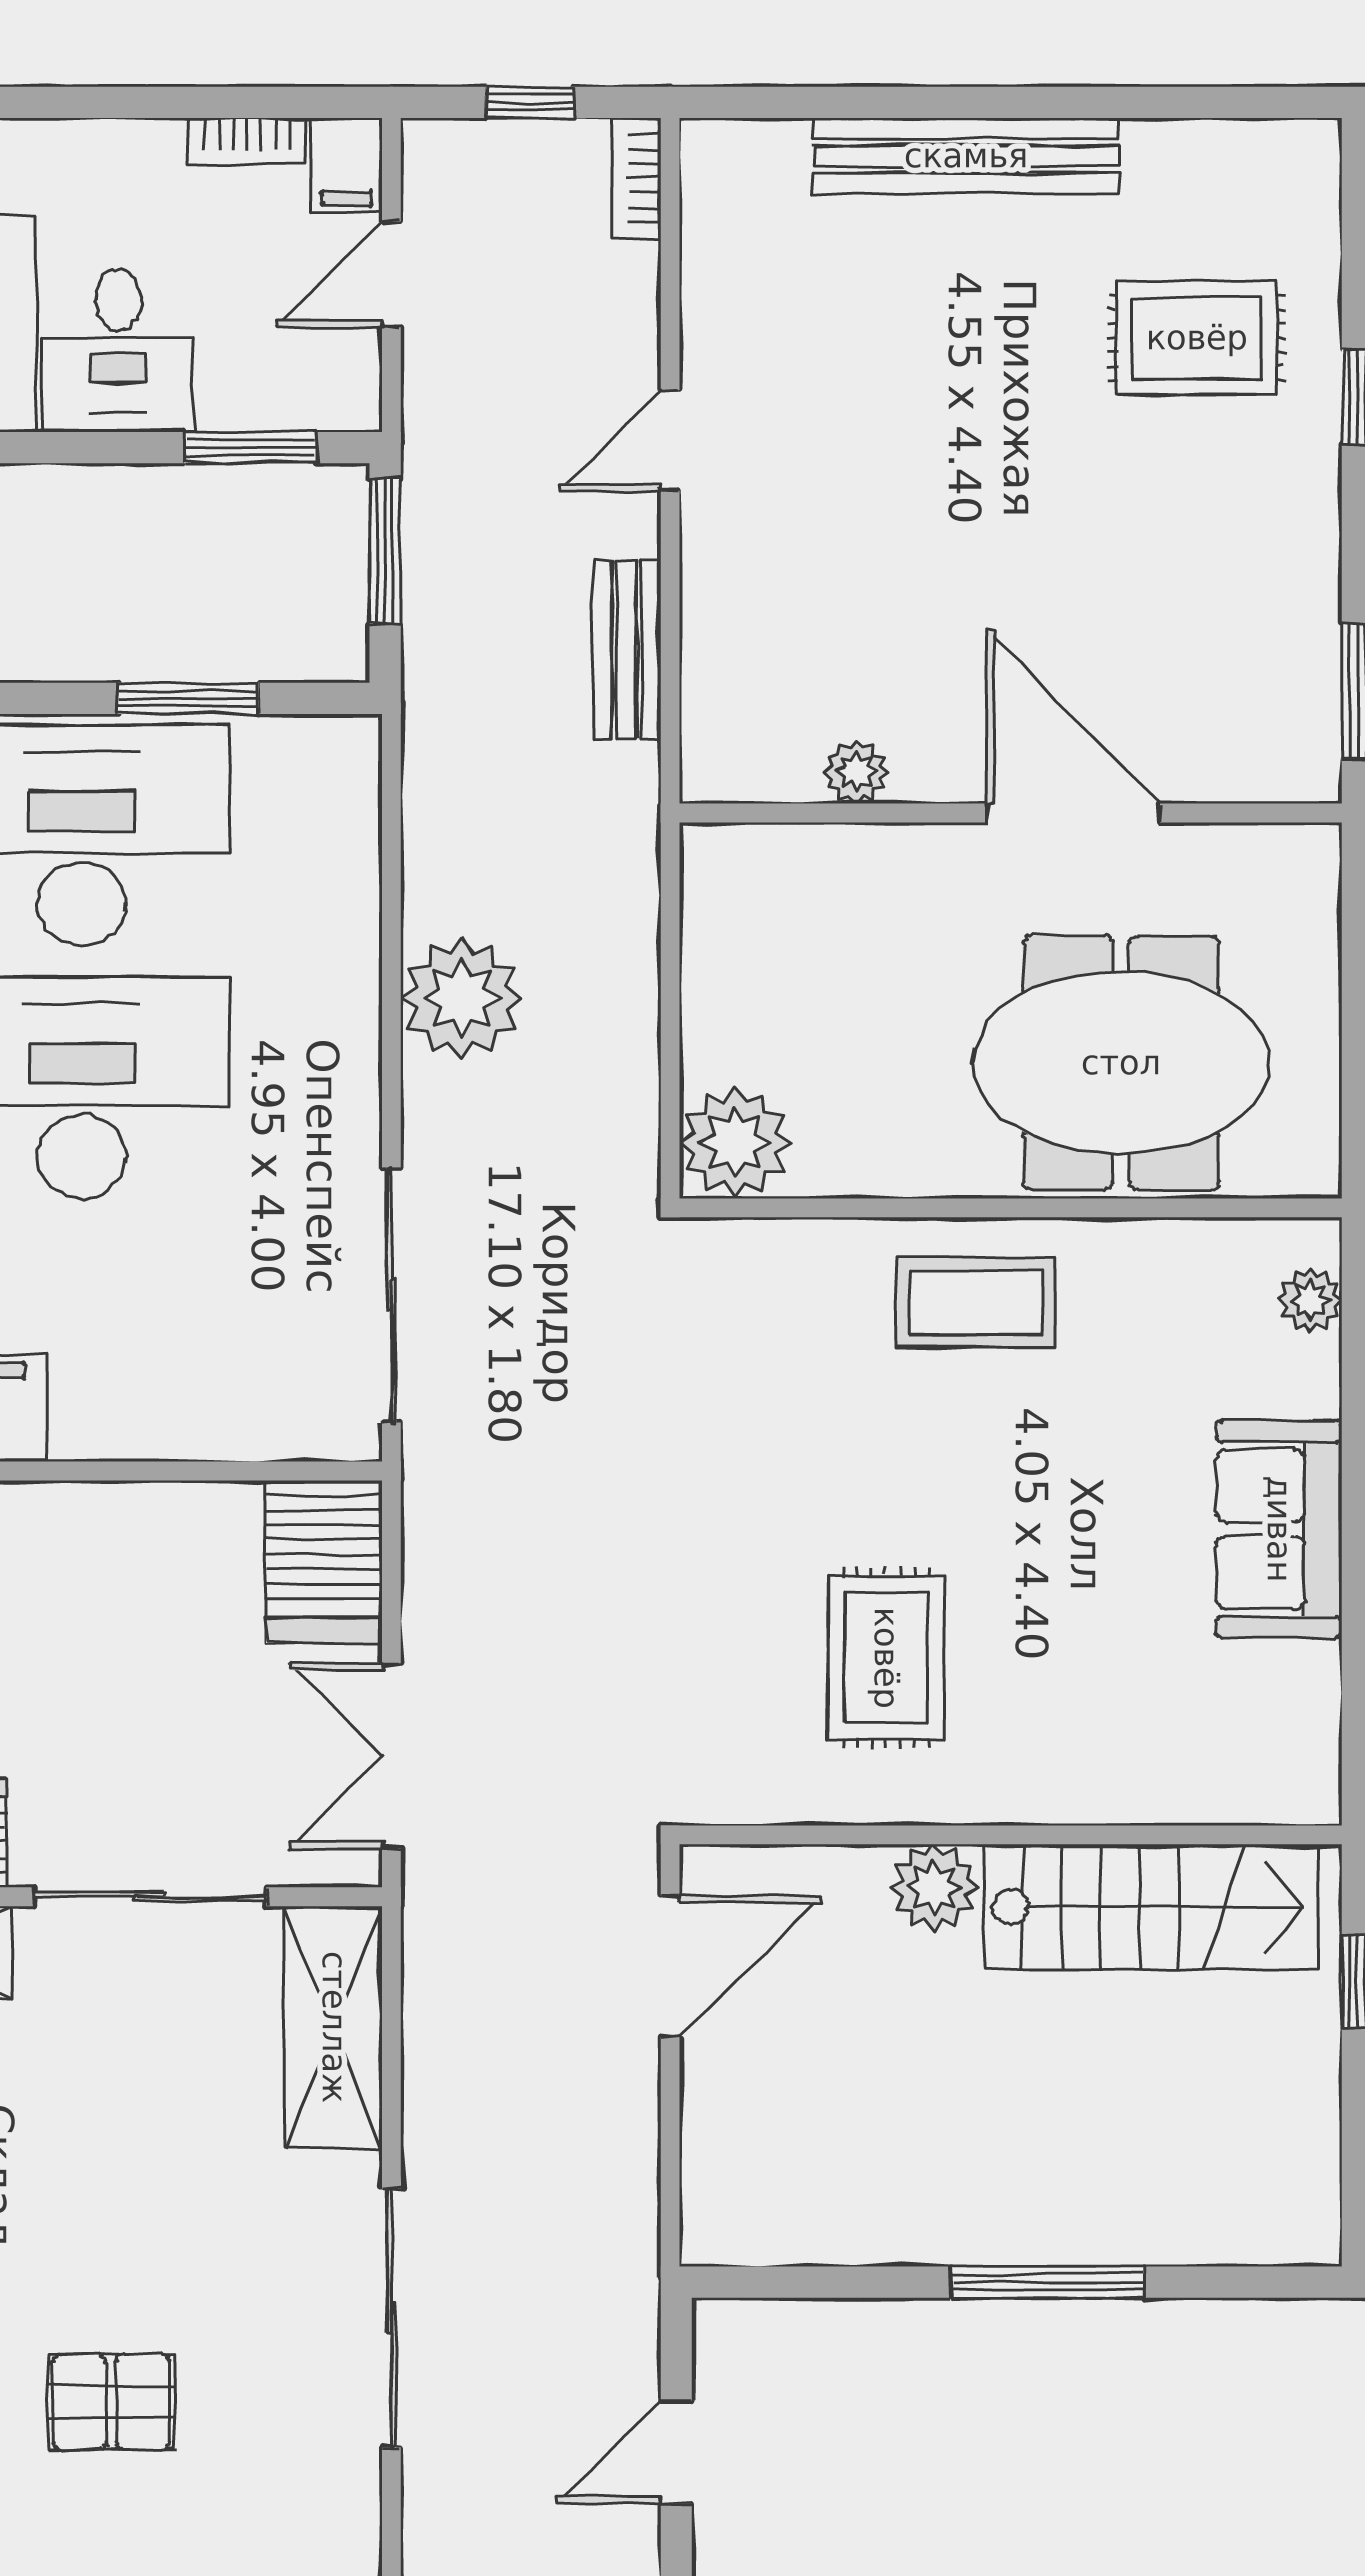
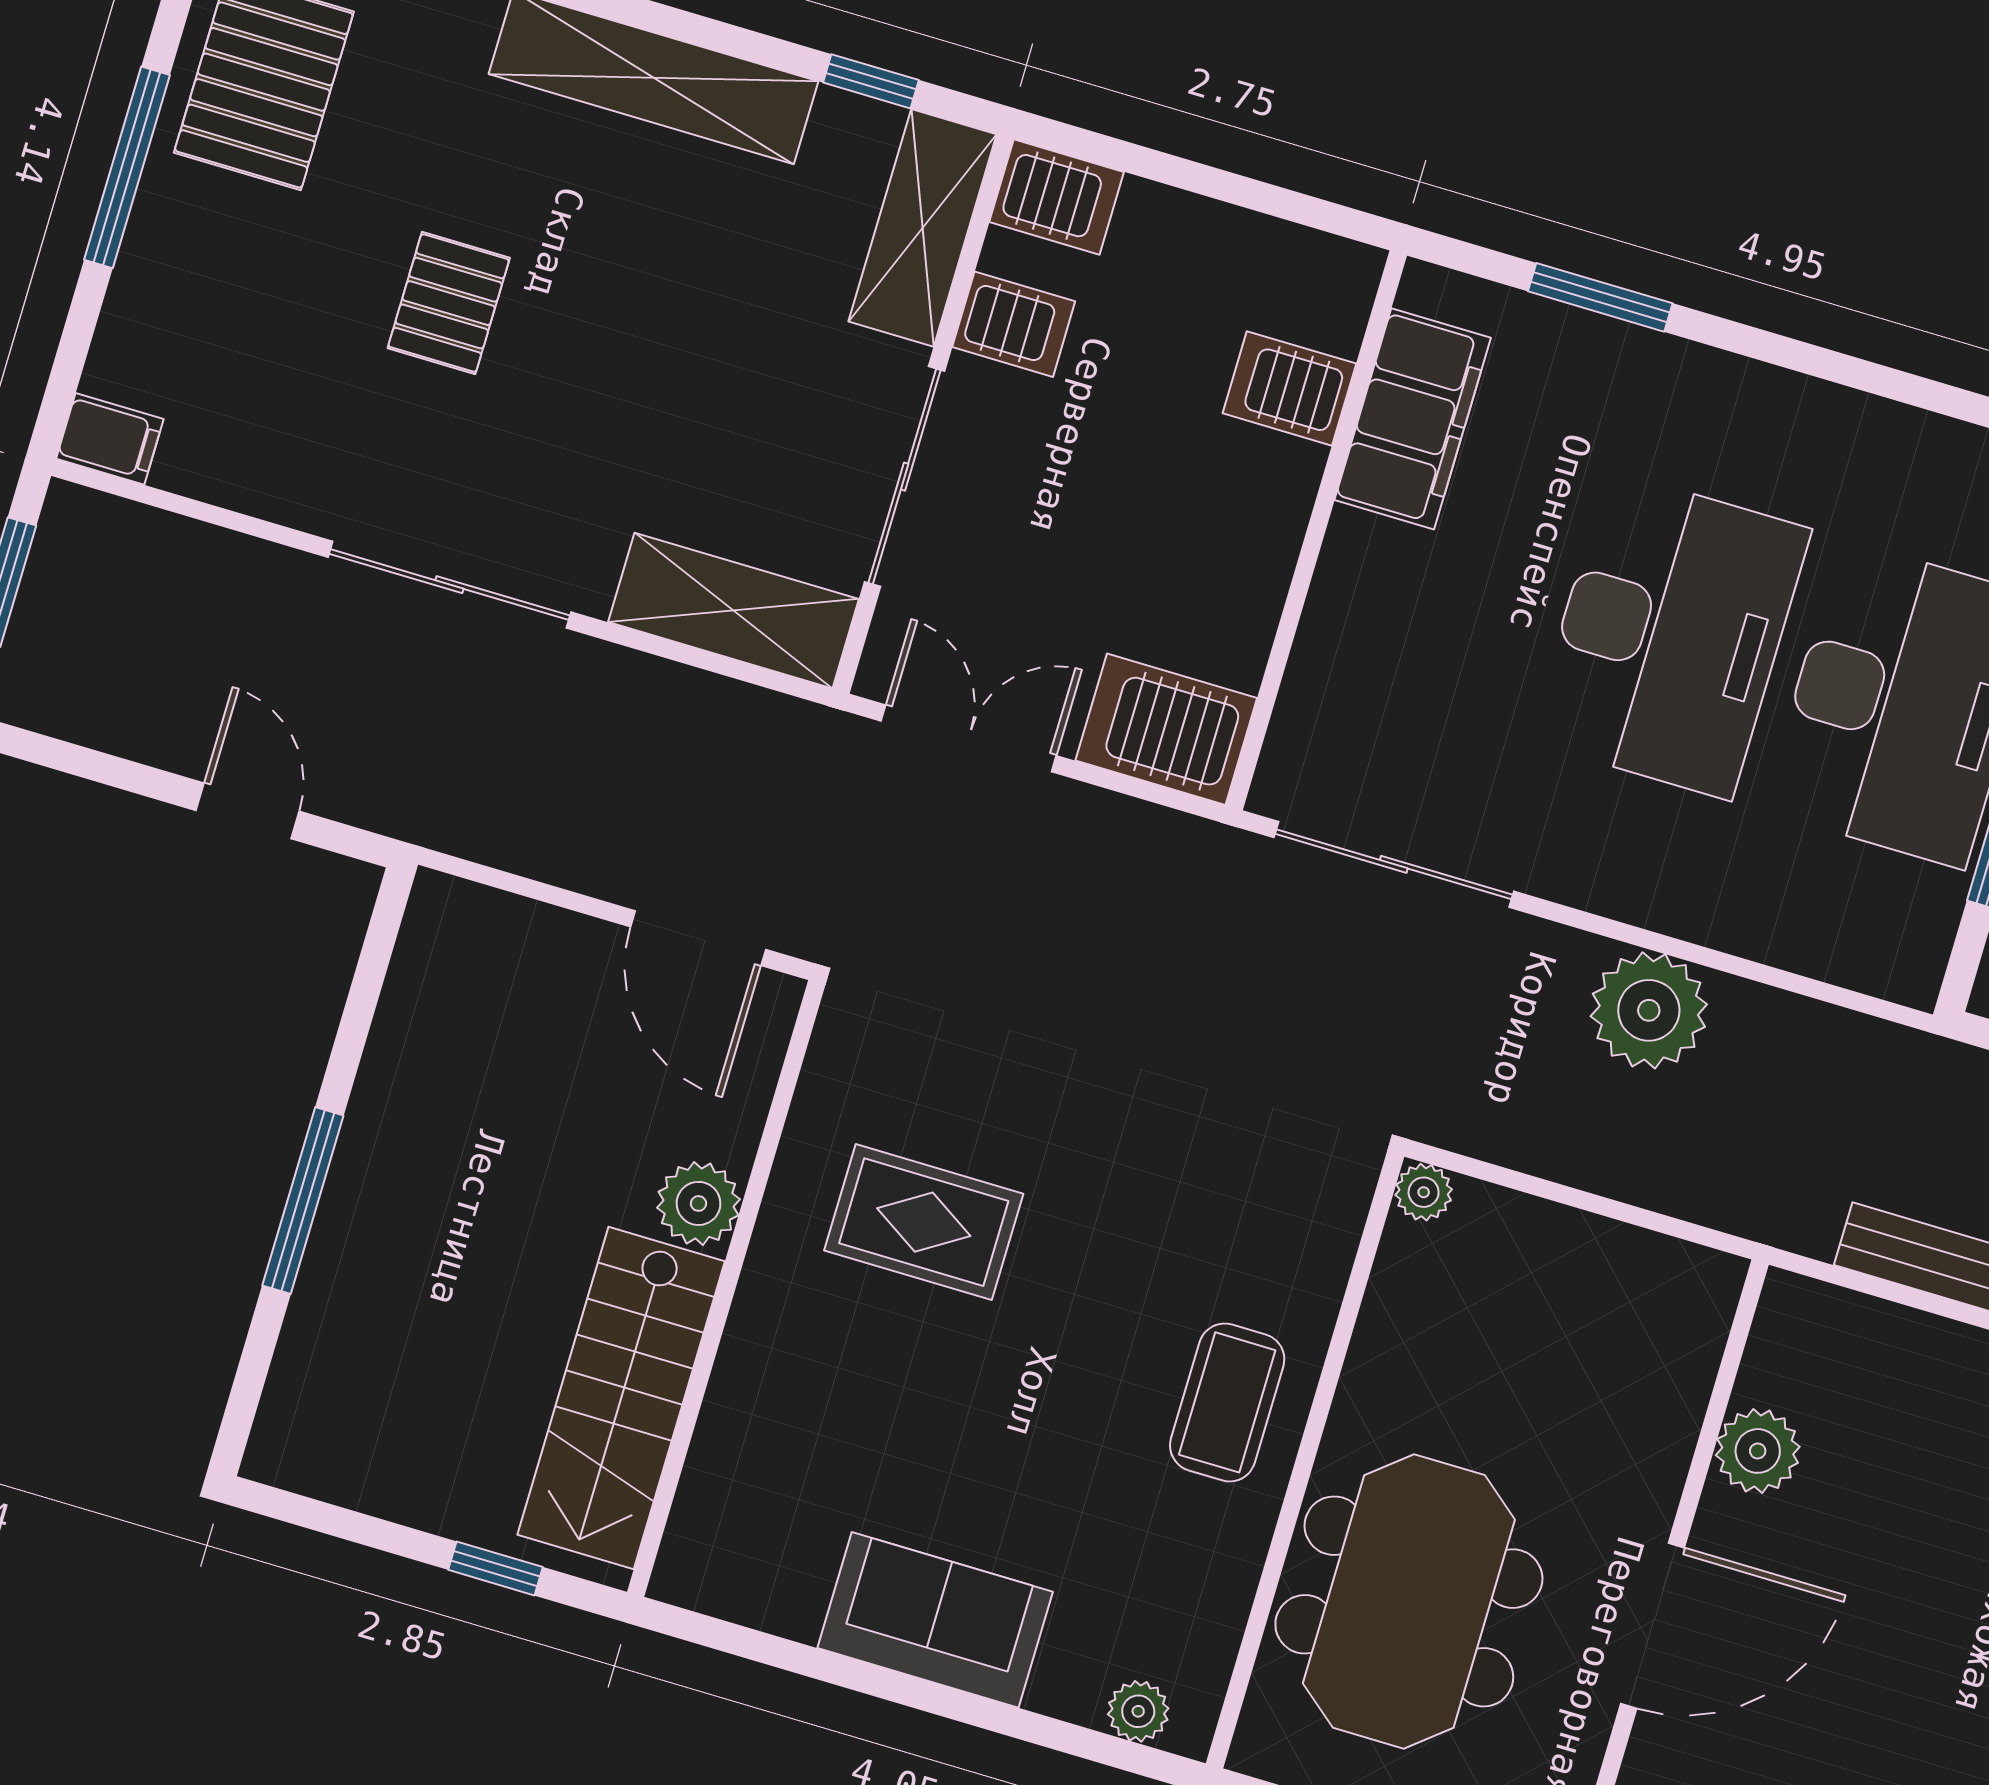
plant: (856, 772) -> (1758, 1451), width x1.38, depth x1.38
plant: (735, 1143) -> (1424, 1192), width x0.53, depth x0.53

